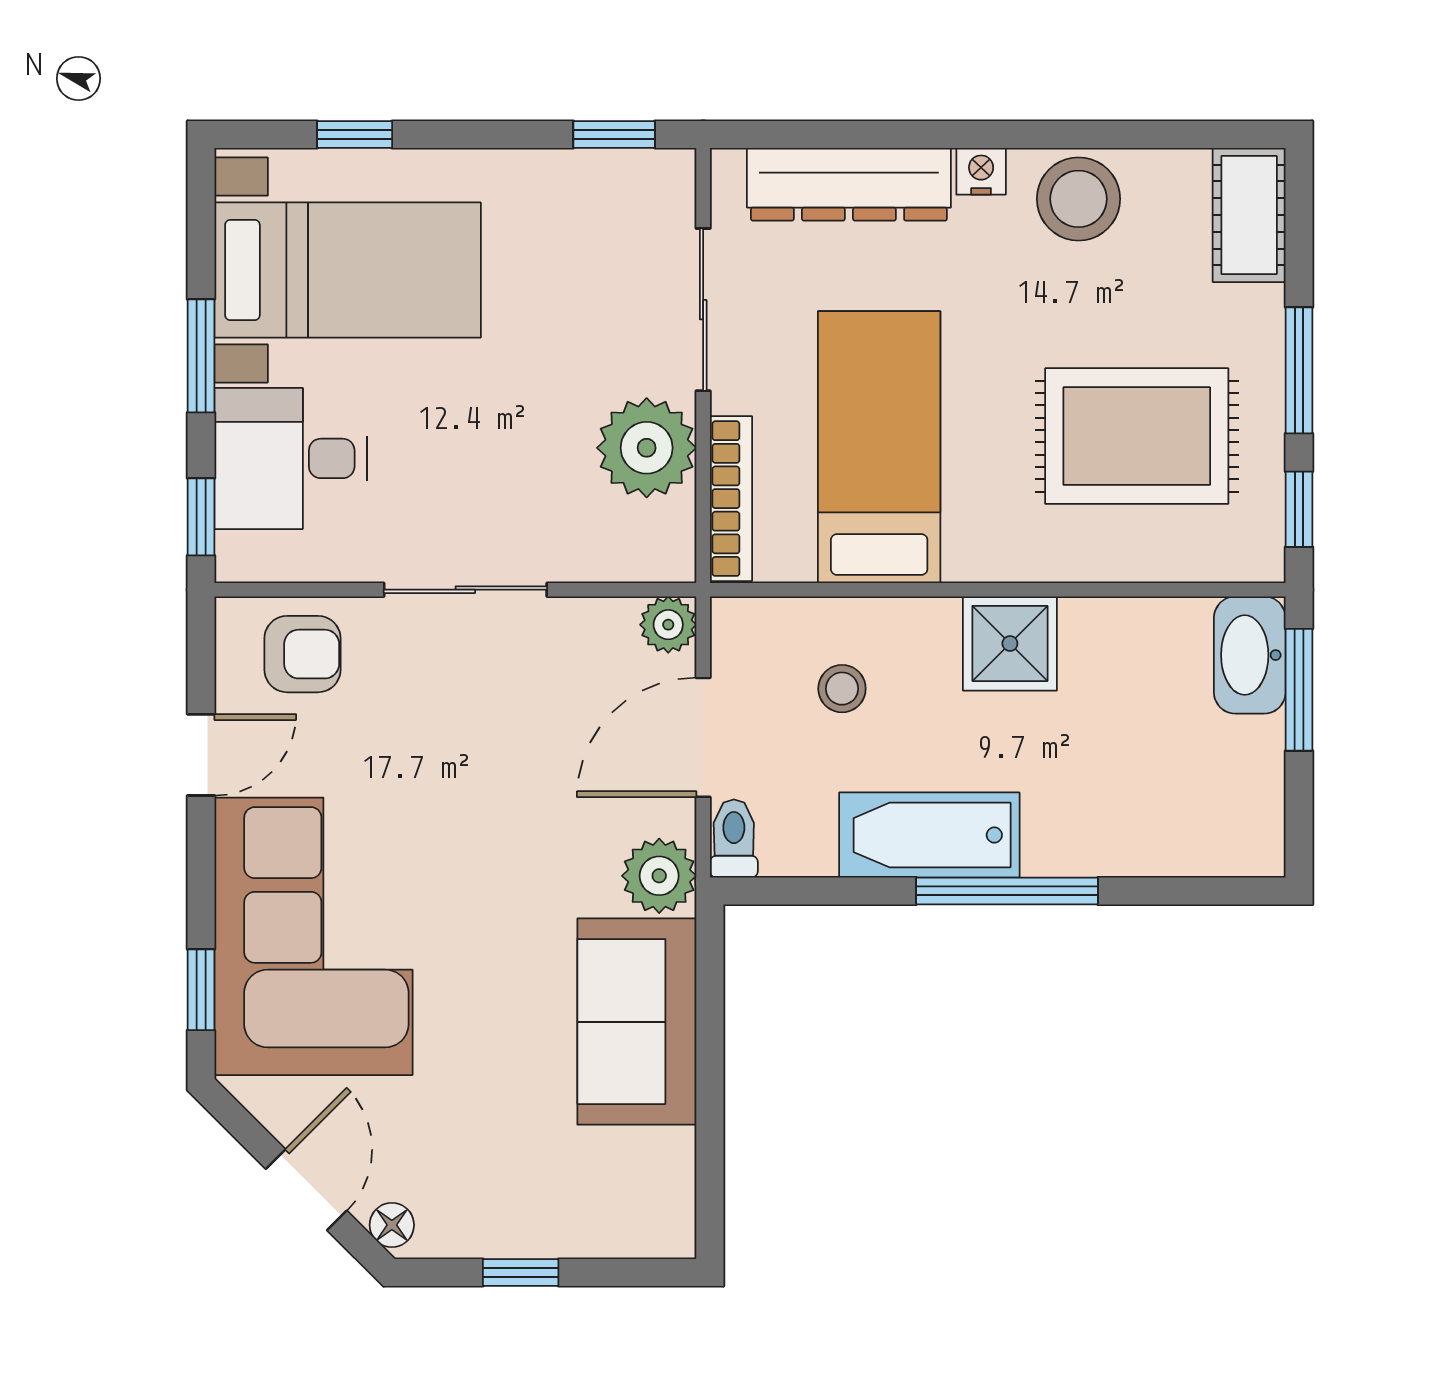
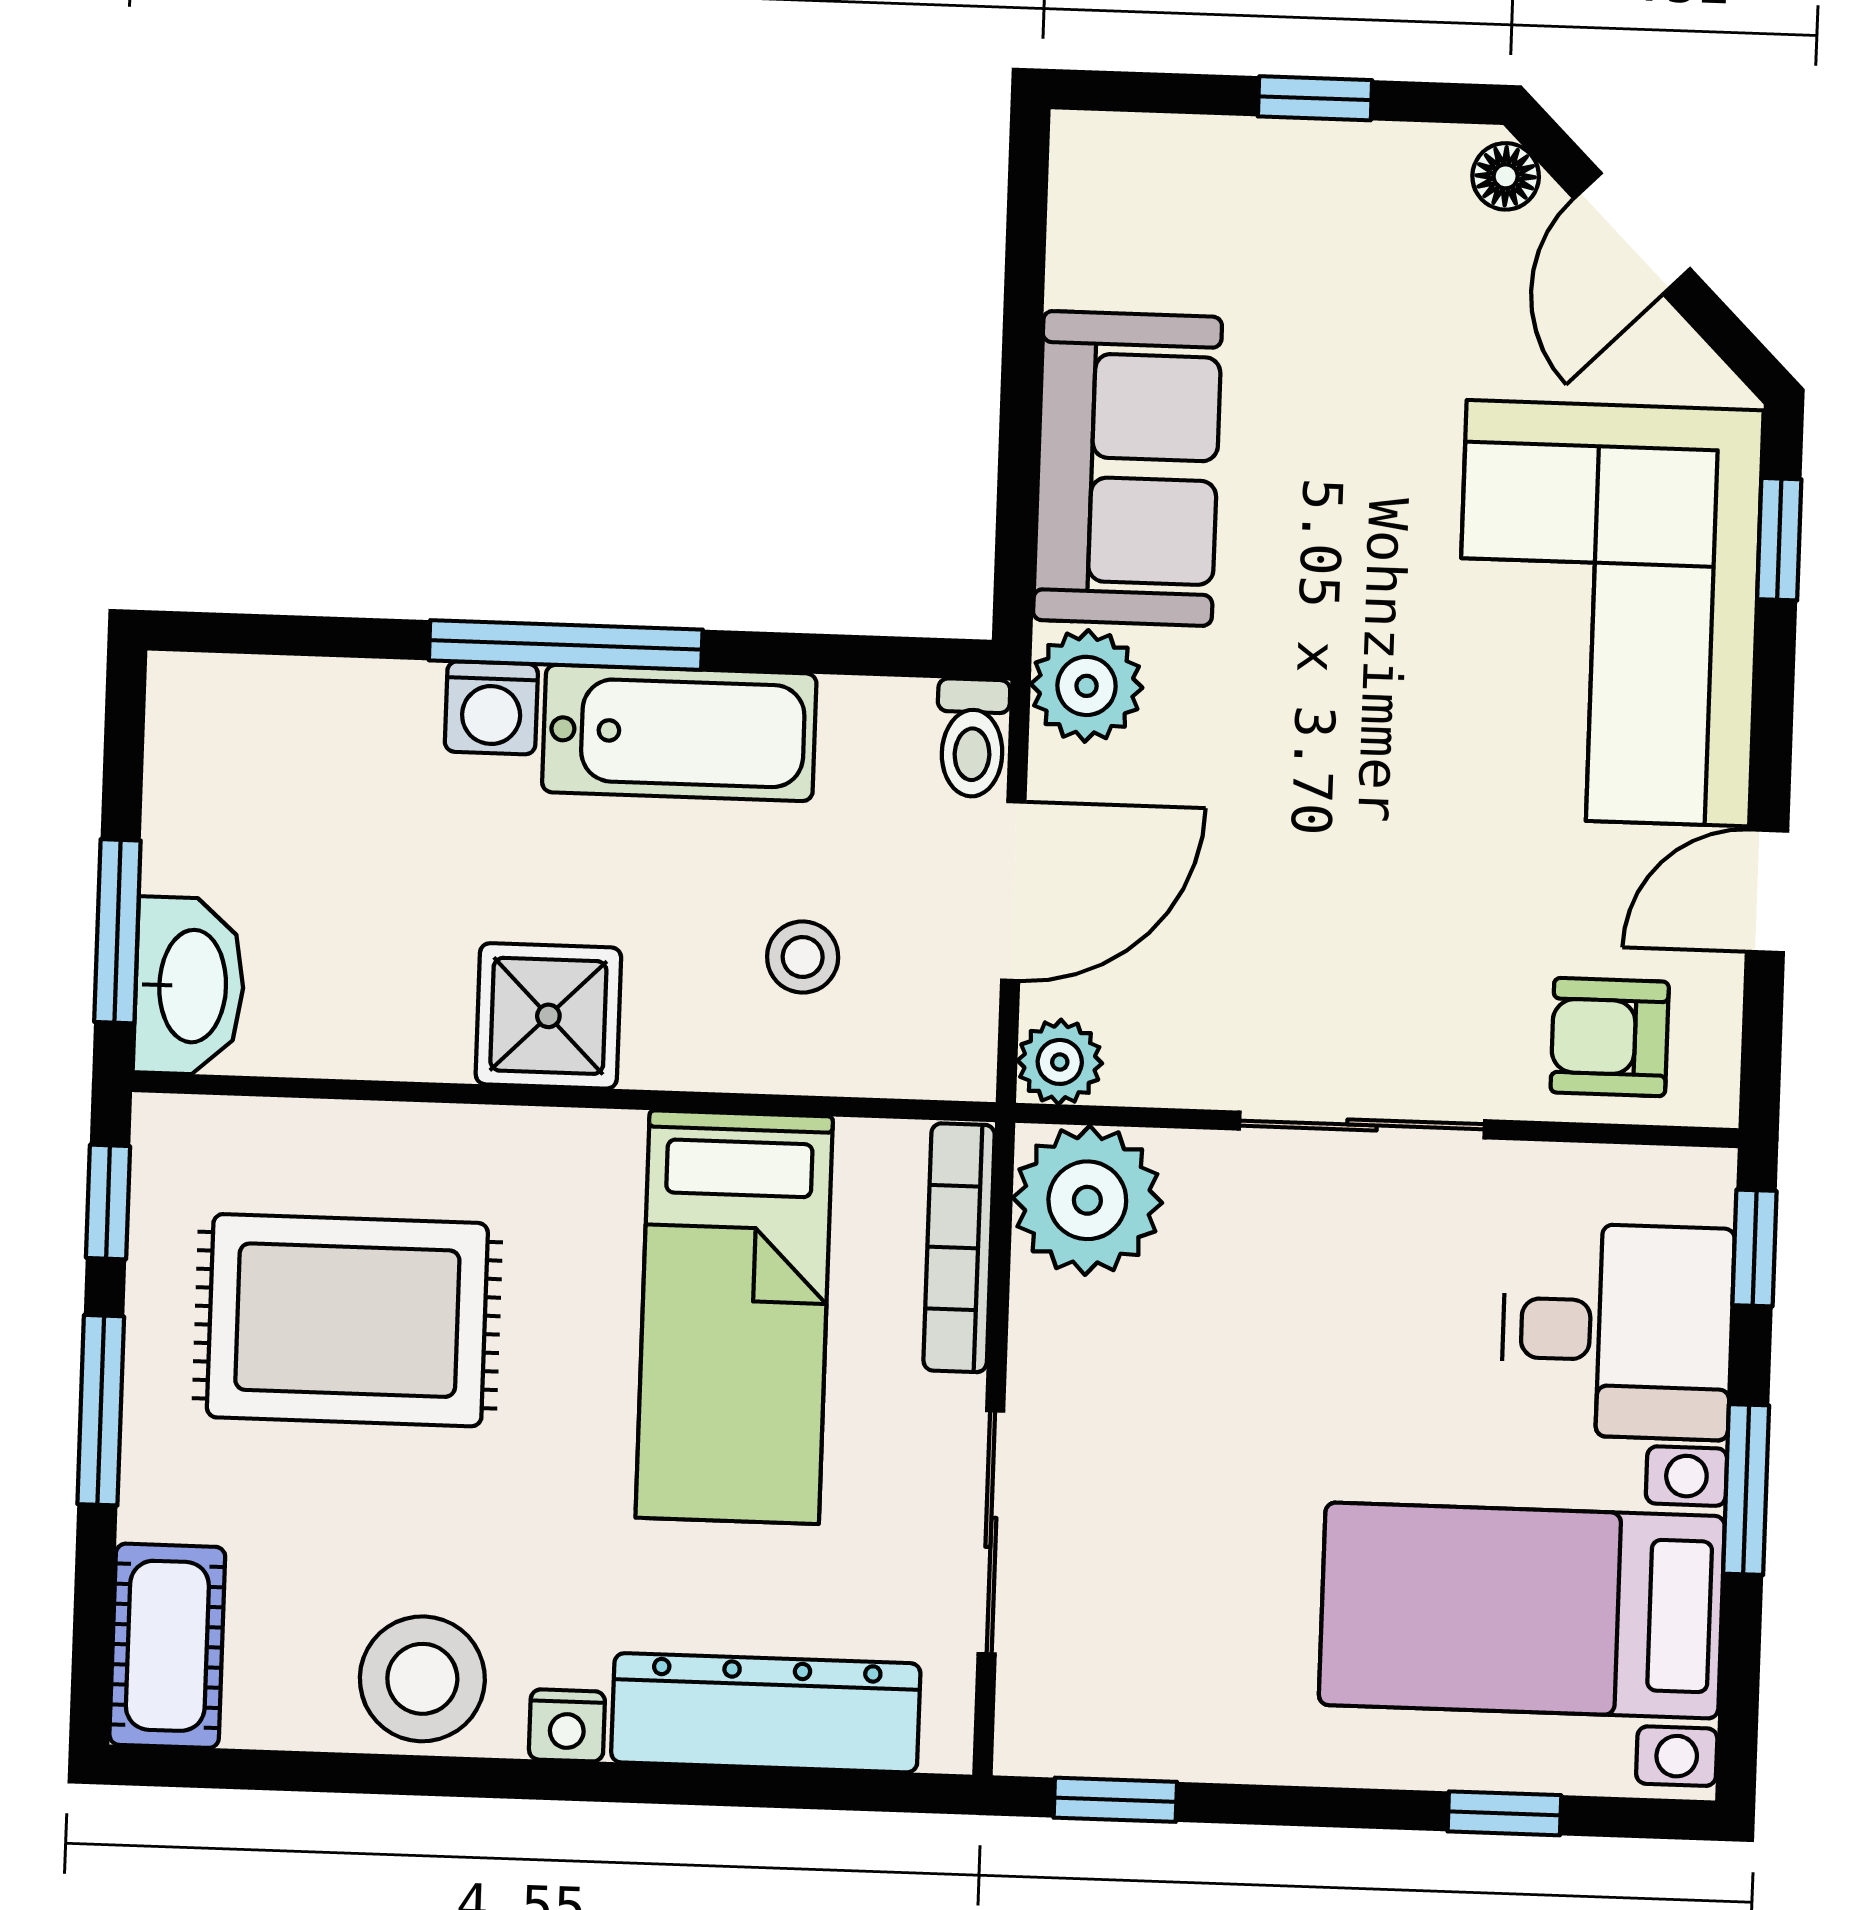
plant: (647, 448) -> (1087, 1200), moved
washing machine: (1055, 847) -> (491, 708), added

